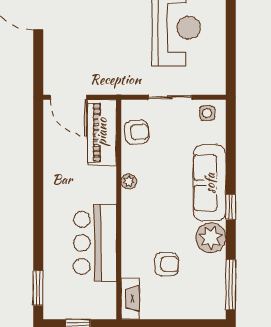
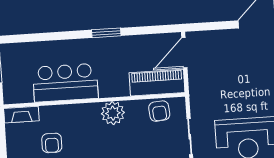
plant: (129, 182) -> (113, 113), width x1.87, depth x1.87
window: (38, 288) -> (106, 33), moved

